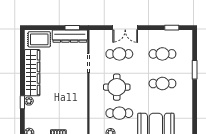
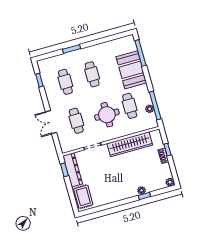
double door: (125, 28) -> (51, 122), swing flipped
wardrobe: (32, 73) -> (130, 144), moved, turned 180

